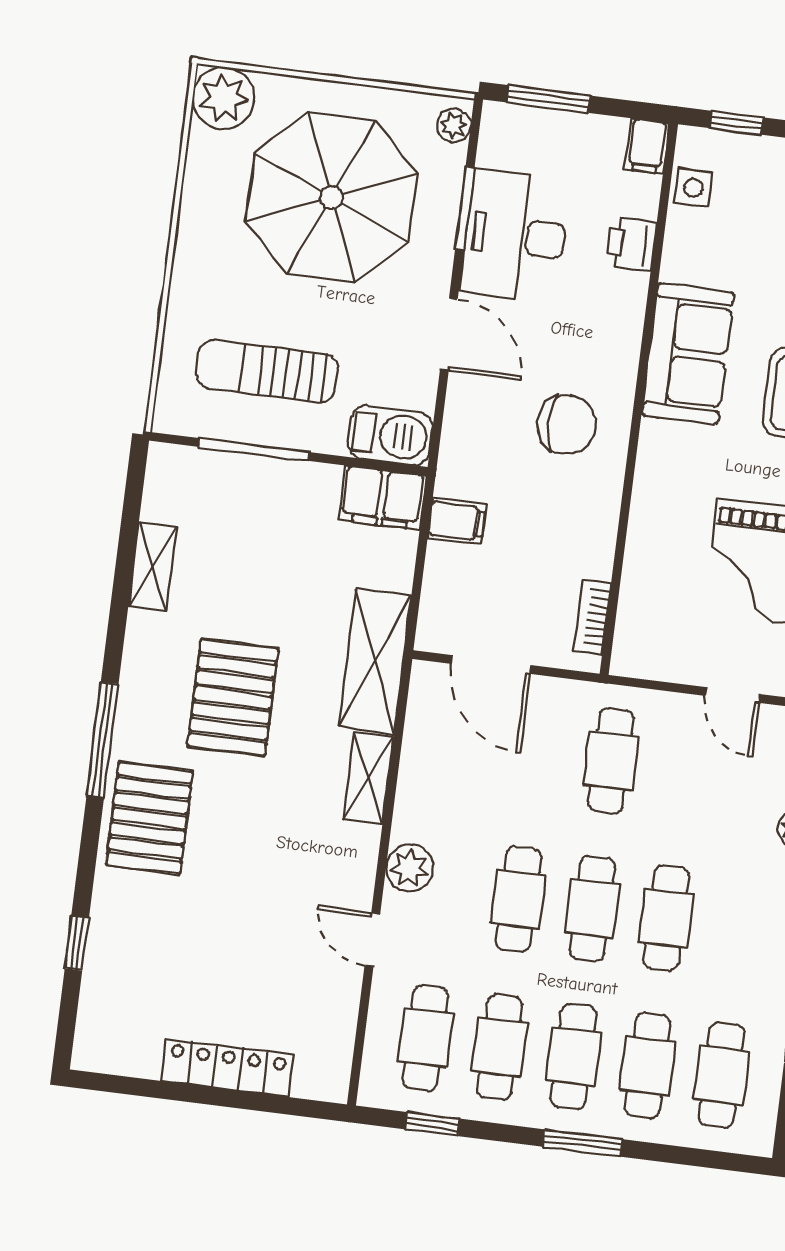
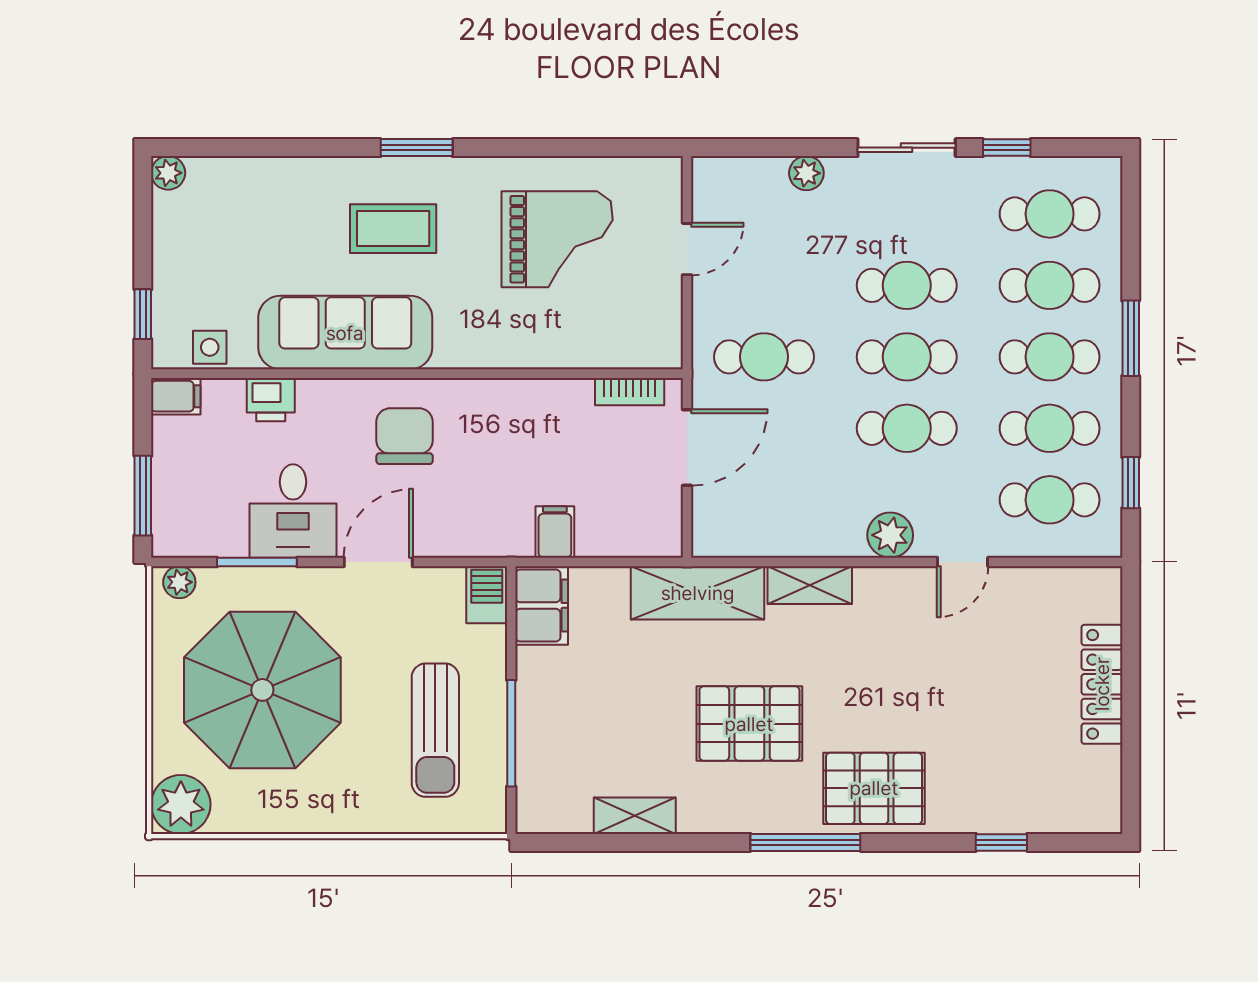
desk: (515, 236) -> (293, 511), width x0.73
sofa: (688, 354) -> (345, 333), width x1.36
chair: (567, 425) -> (405, 436), moved
barbecue: (390, 435) -> (487, 595), width x0.73, depth x0.79
door: (491, 664) -> (687, 447), moved

